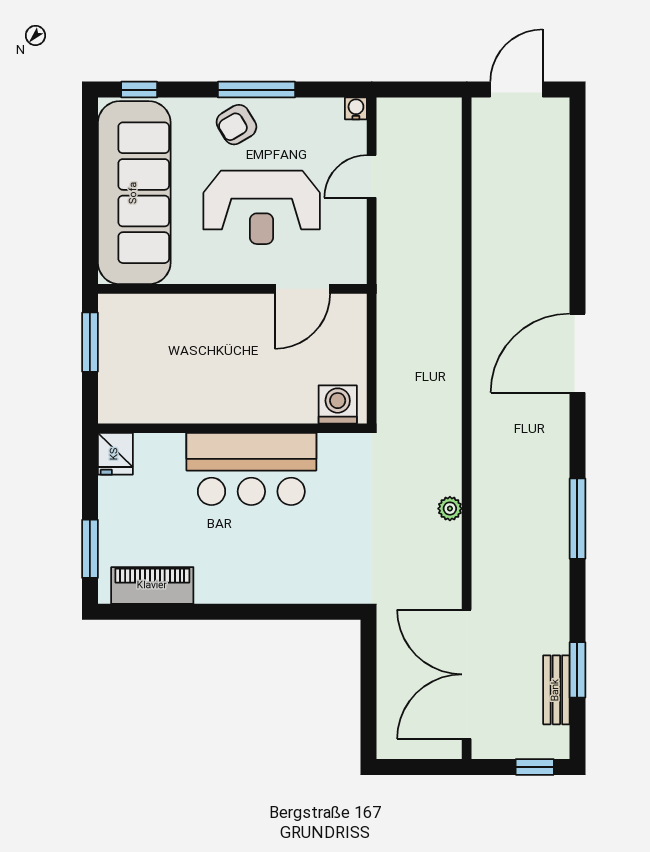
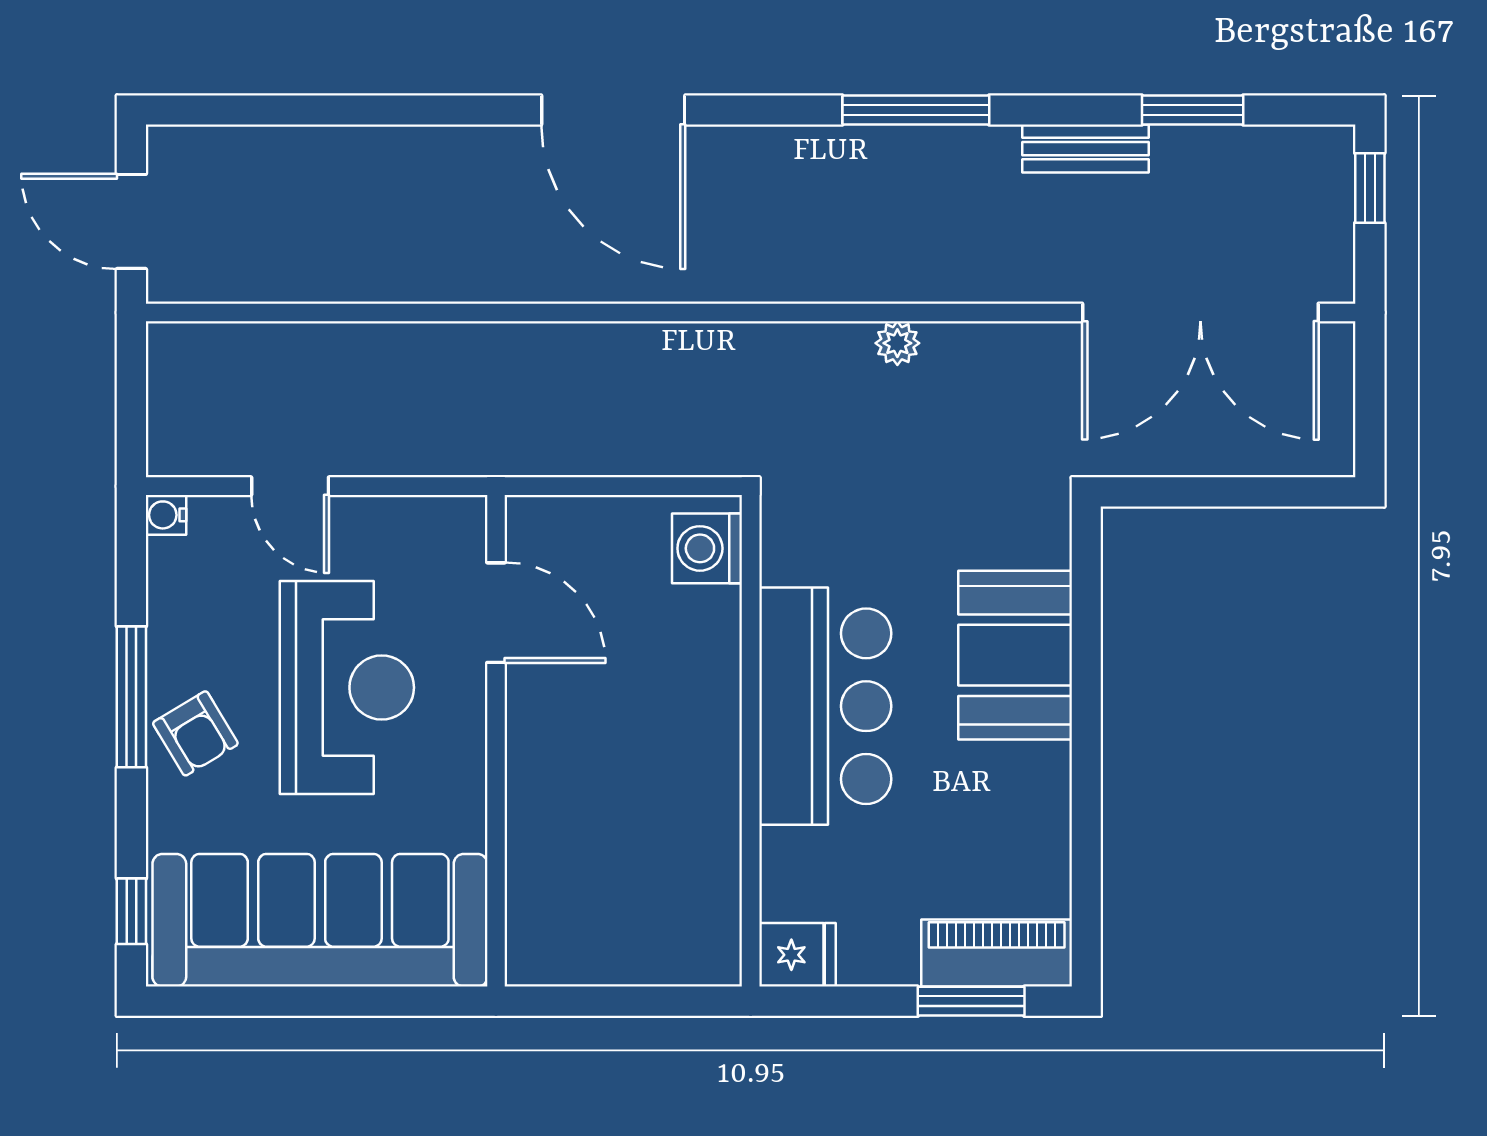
window: (90, 342) -> (593, 1001), removed
booth: (279, 573) -> (1015, 655), added
piano: (152, 586) -> (997, 953), moved, turned 90
bench: (556, 690) -> (1085, 149), moved

